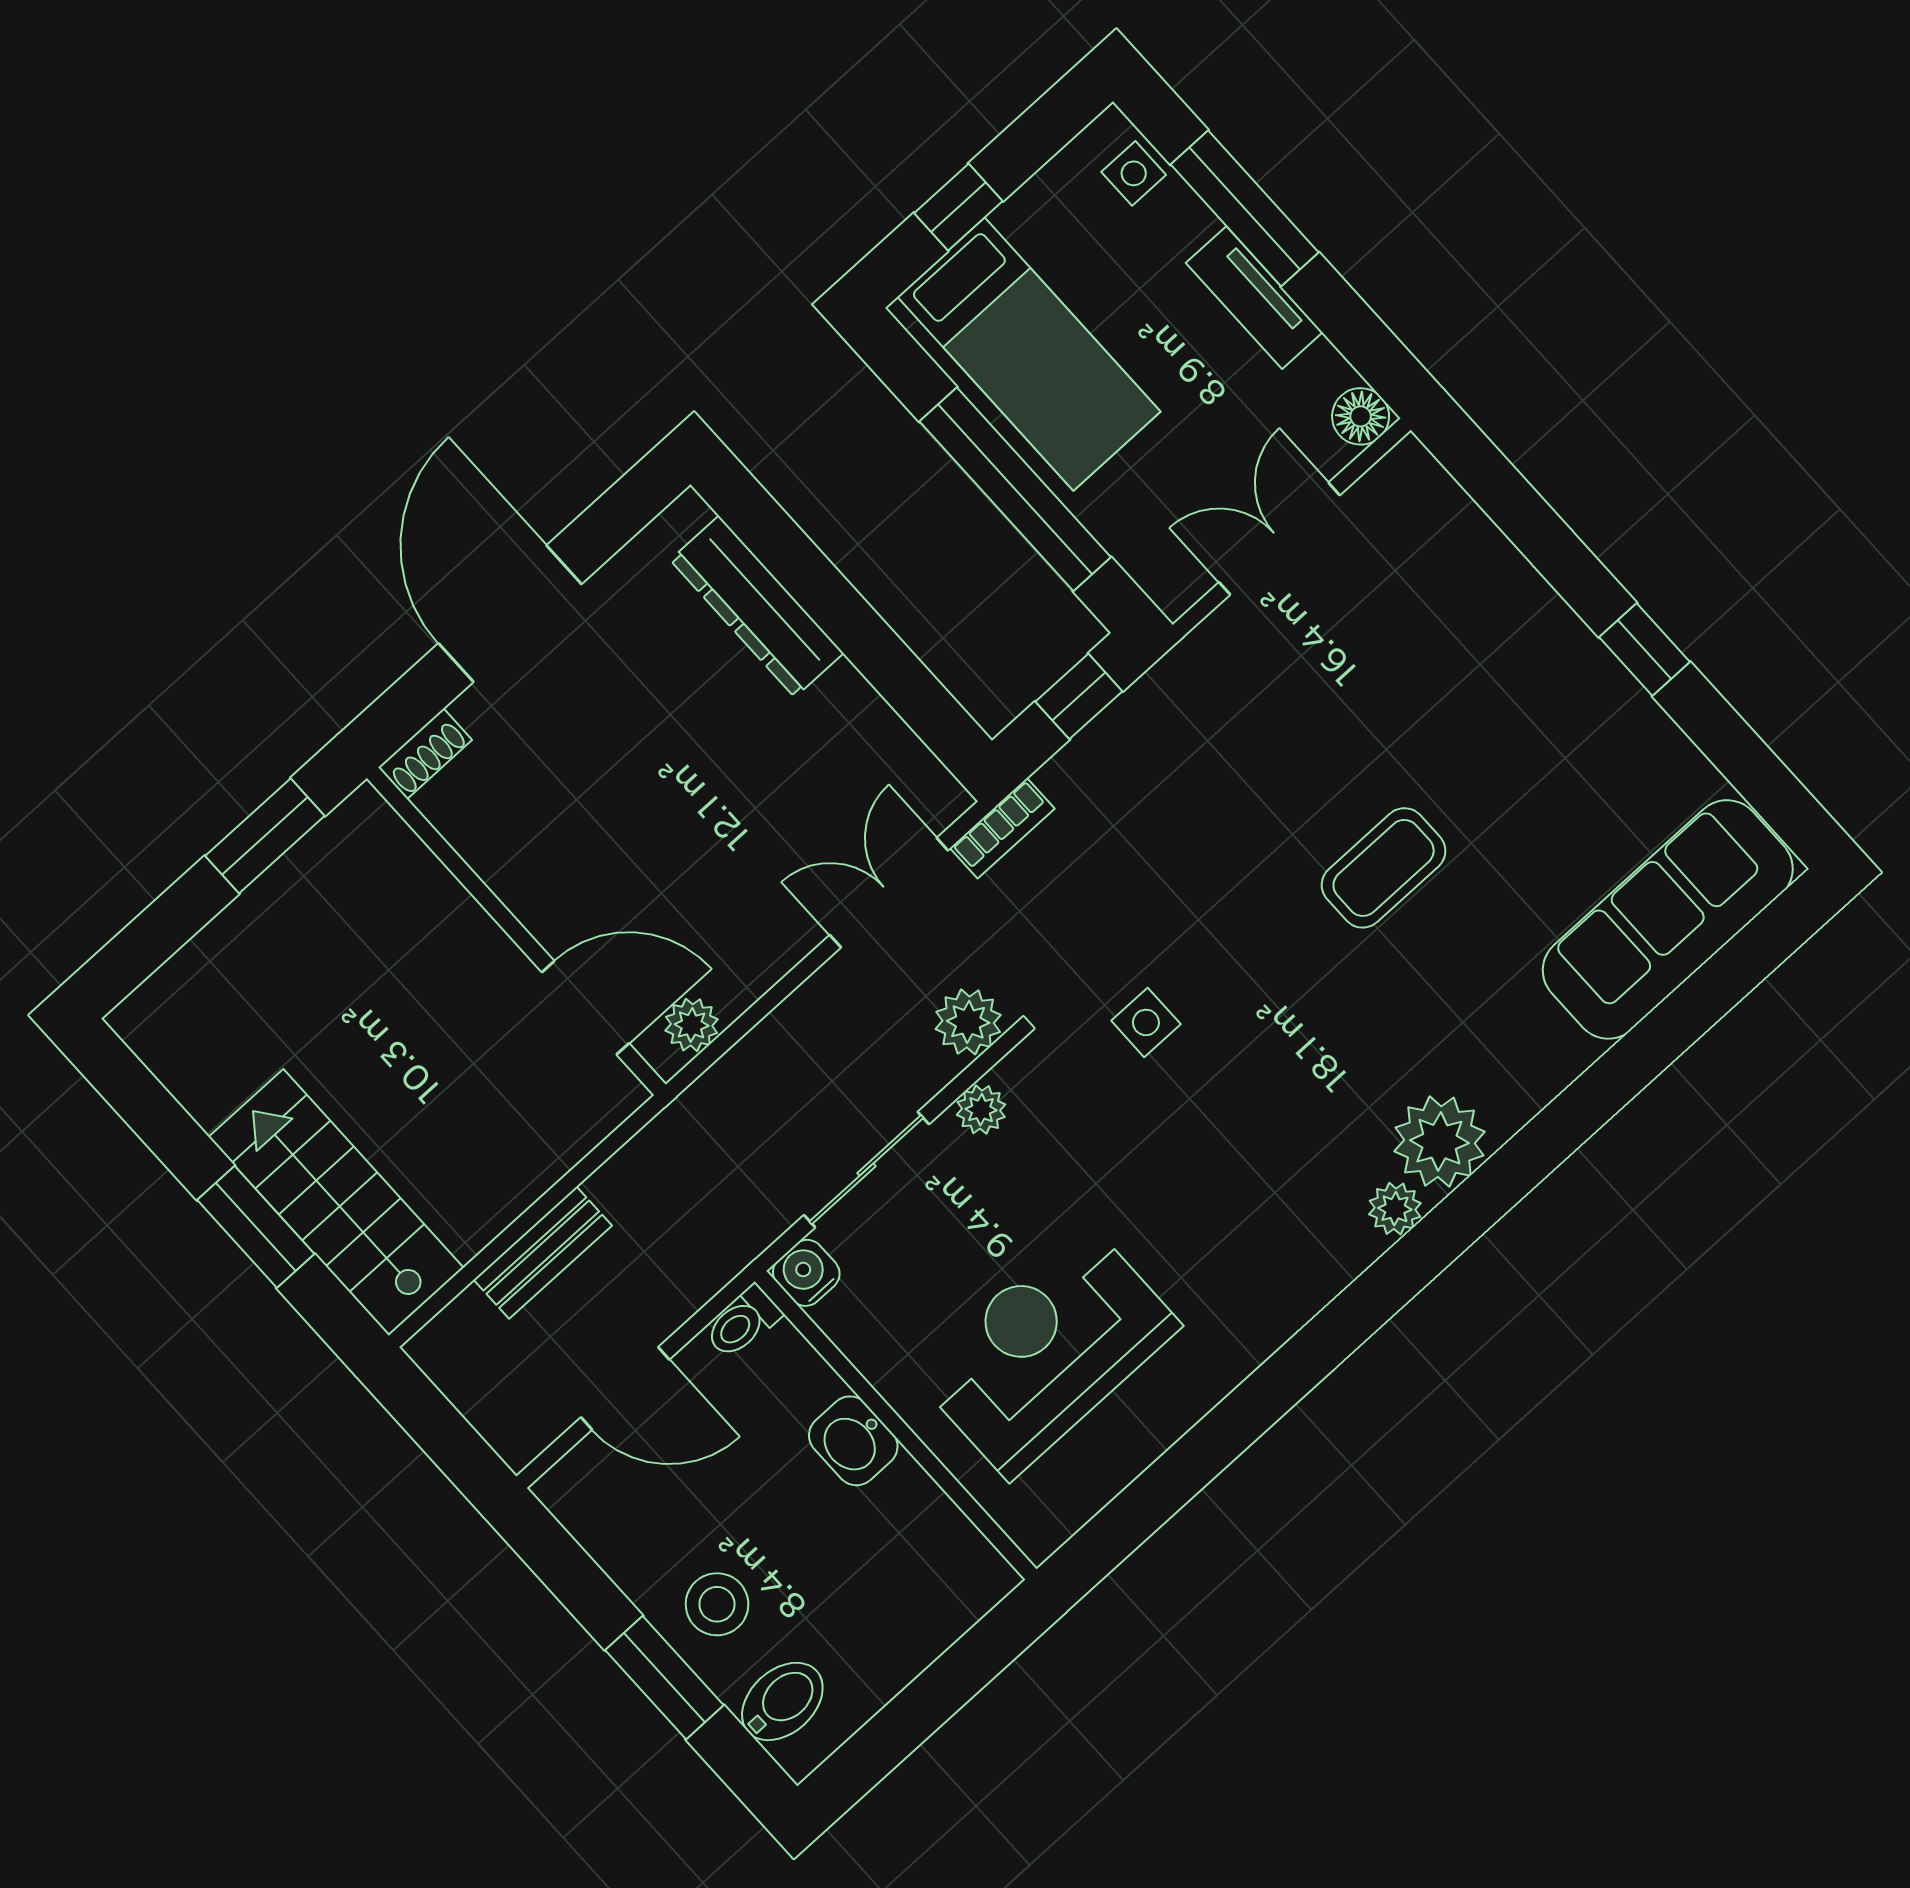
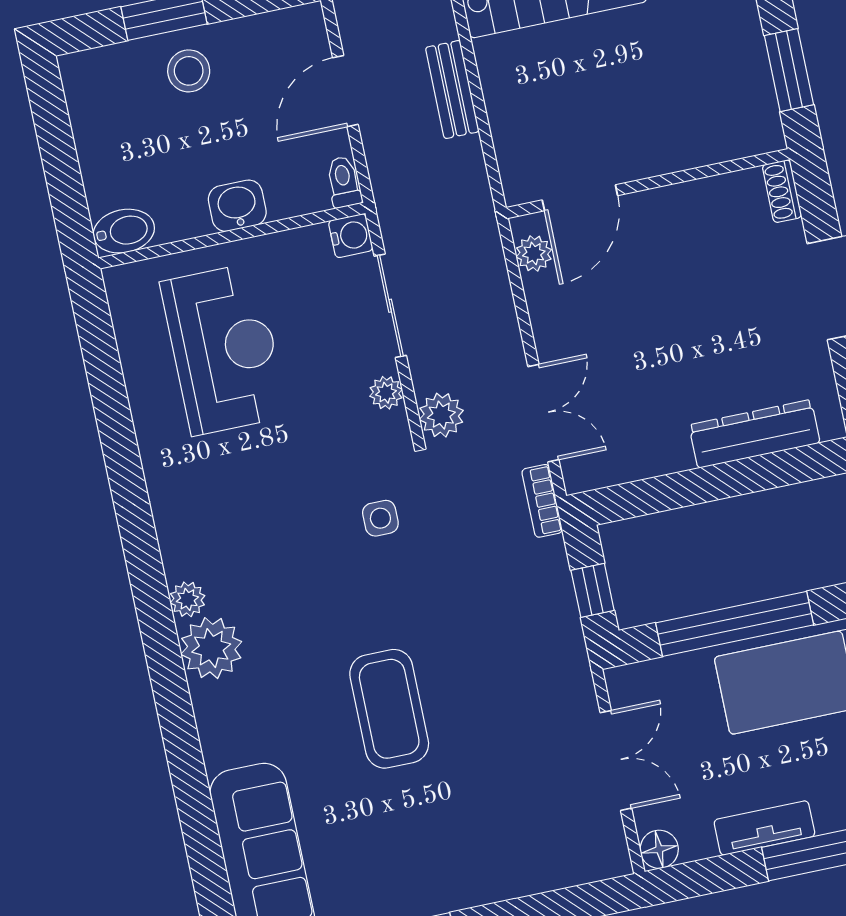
coffee table: (1384, 868) -> (389, 709), width x1.36, depth x1.32
bidet: (782, 1701) -> (124, 231), moved, turned -90

